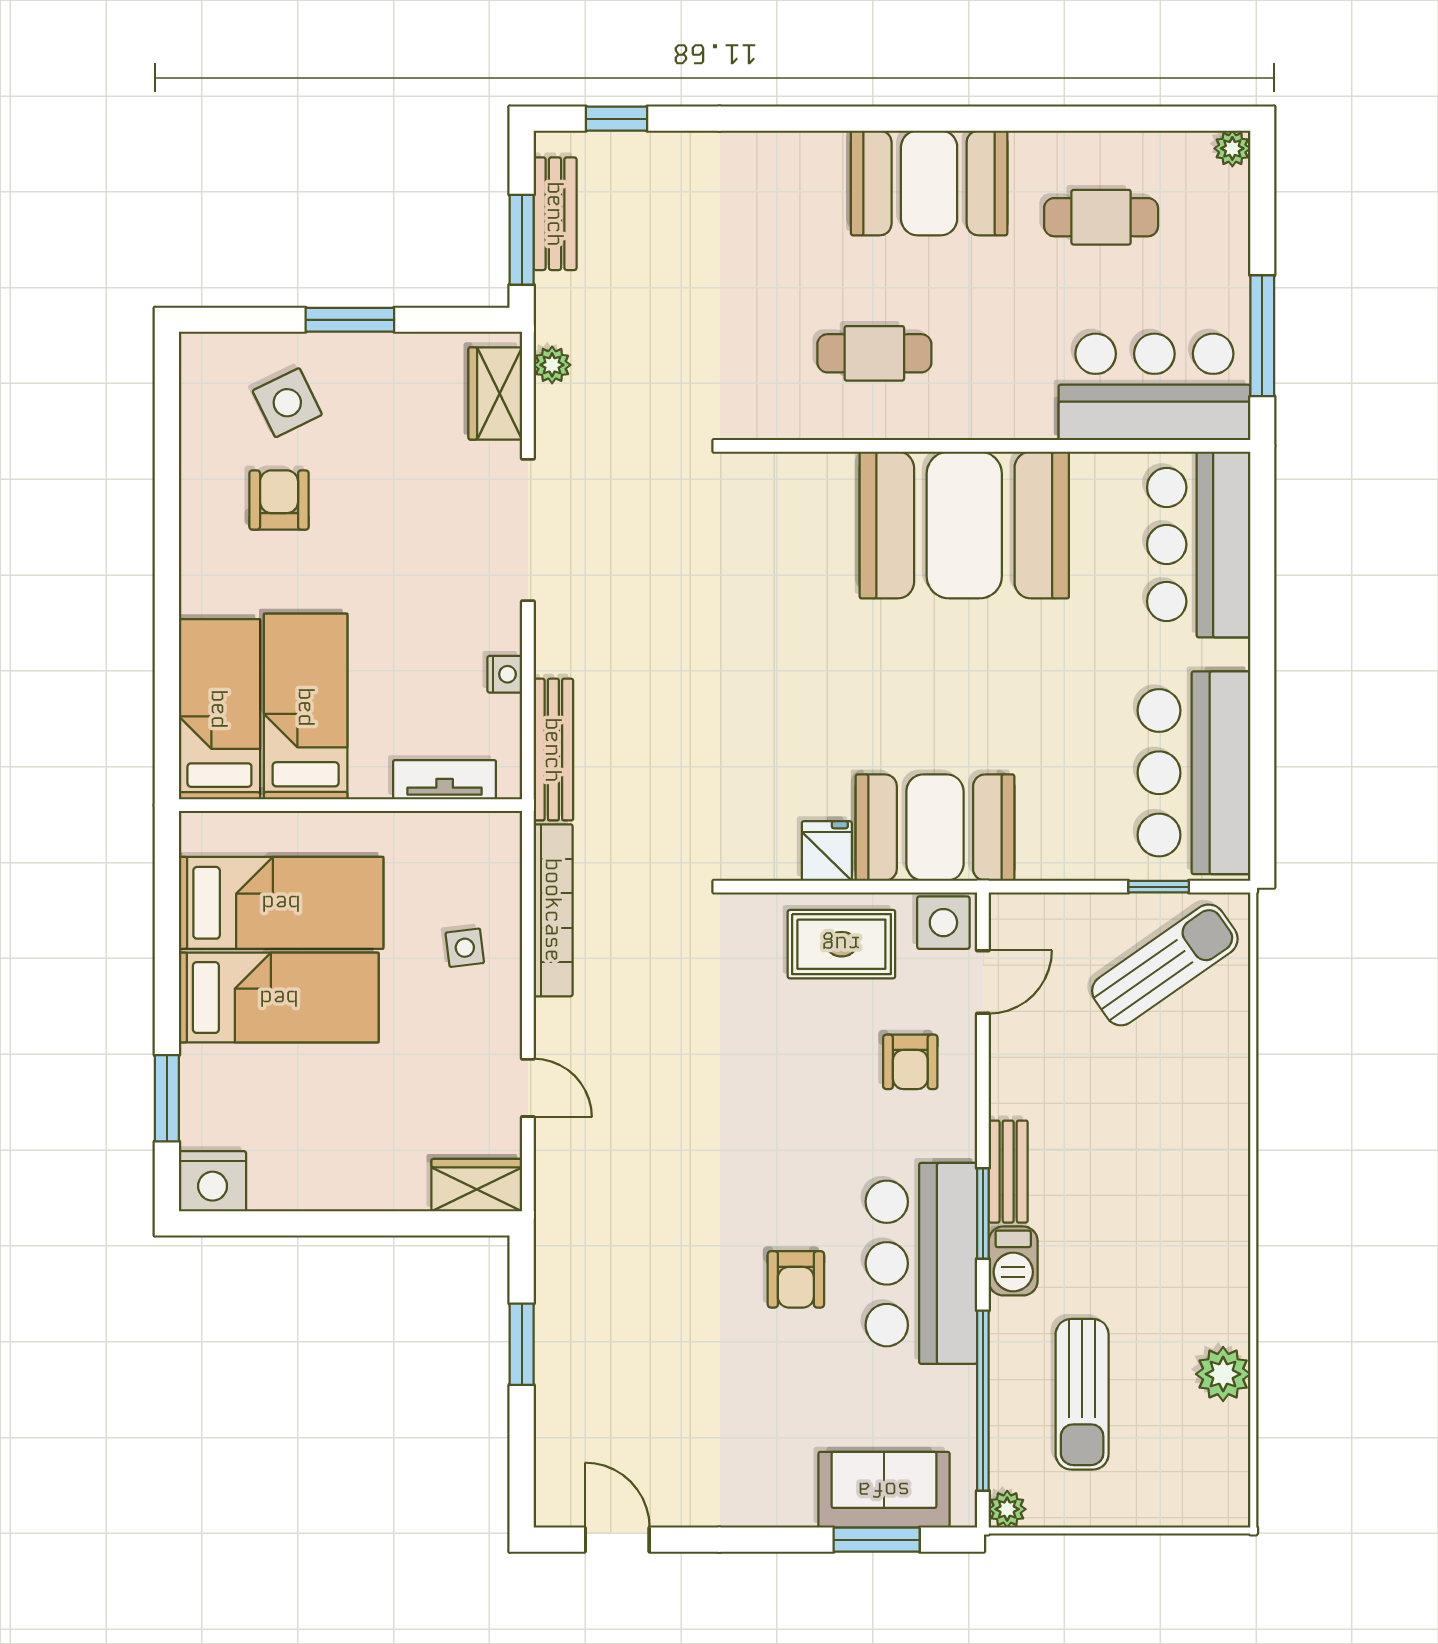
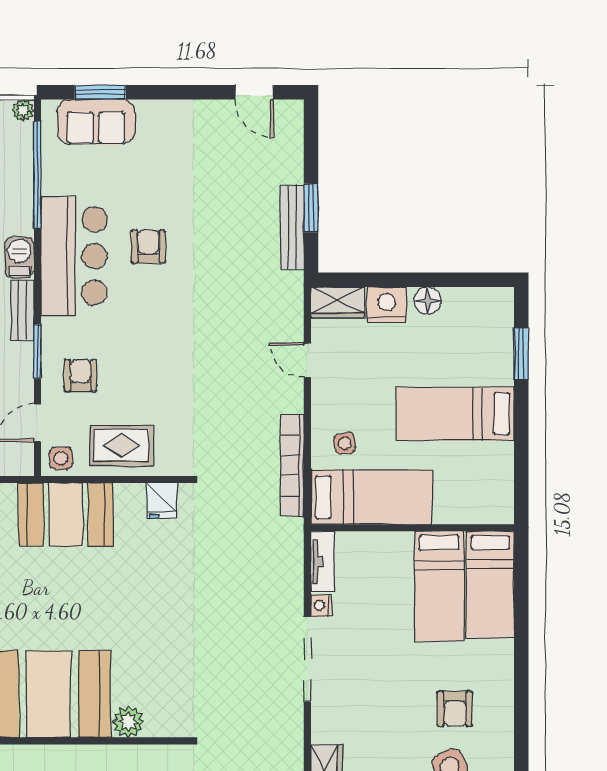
plant: (829, 478) -> (128, 722), added
doorway: (528, 530) -> (307, 659), moved
bench: (553, 750) -> (292, 227), moved
tv unit: (445, 780) -> (322, 562), moved, turned -90
fridge: (827, 851) -> (162, 501), moved
bed: (281, 903) -> (371, 497), moved, turned 180
side table: (943, 923) -> (61, 458), width x0.73, depth x0.73
nightstand: (213, 1181) -> (387, 305), moved
floor lamp: (325, 1188) -> (428, 301), added
window: (983, 1213) -> (37, 351), moved

